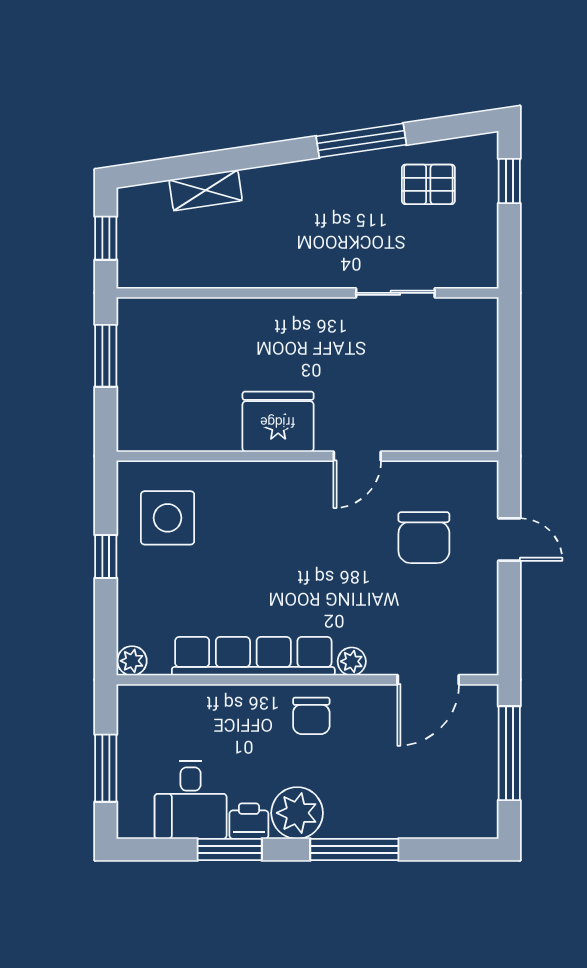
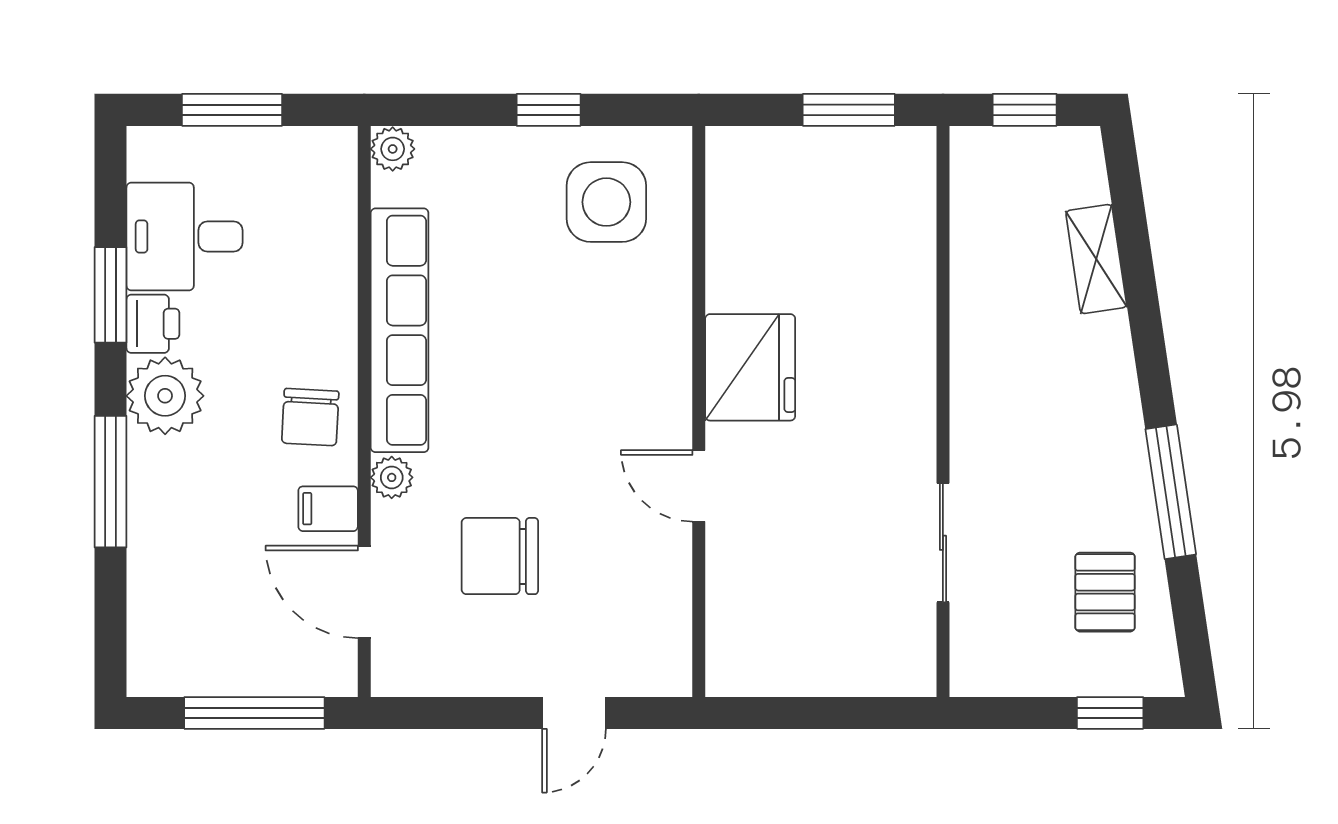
chair: (424, 538) -> (500, 556), moved
filing cabinet: (373, 704) -> (328, 509), added
chair: (311, 716) -> (310, 417), turned -87

